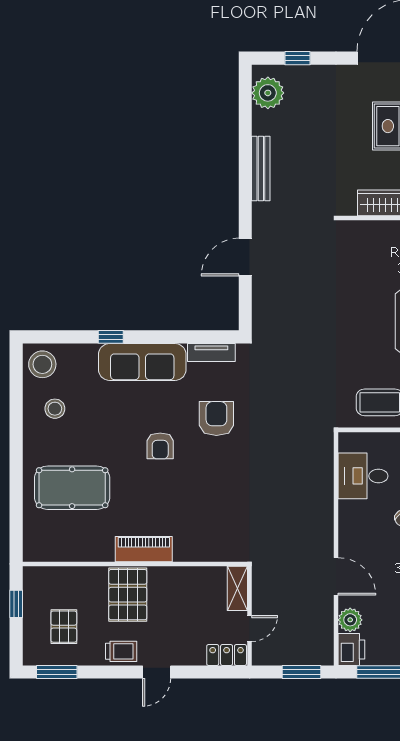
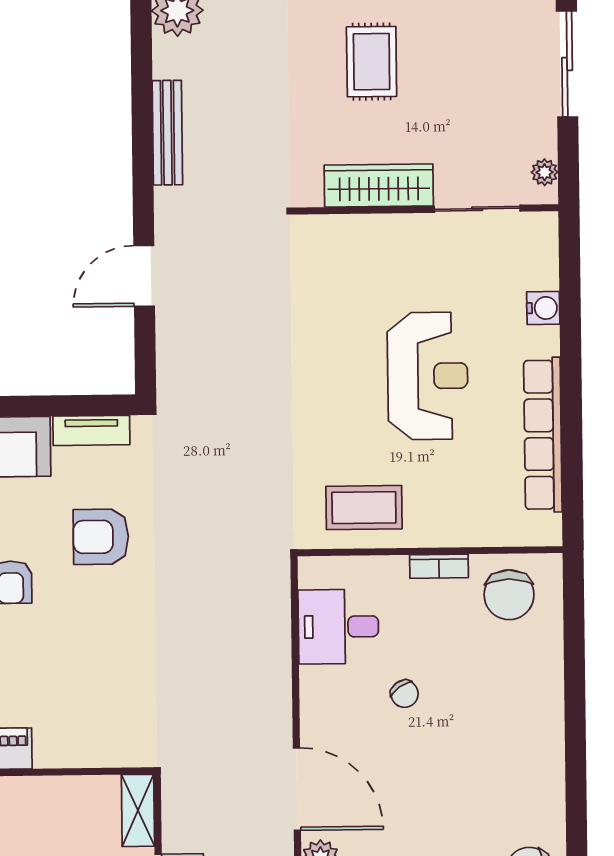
armchair: (216, 418) -> (101, 537), turned -90
door: (336, 576) -> (297, 789), width x1.36

